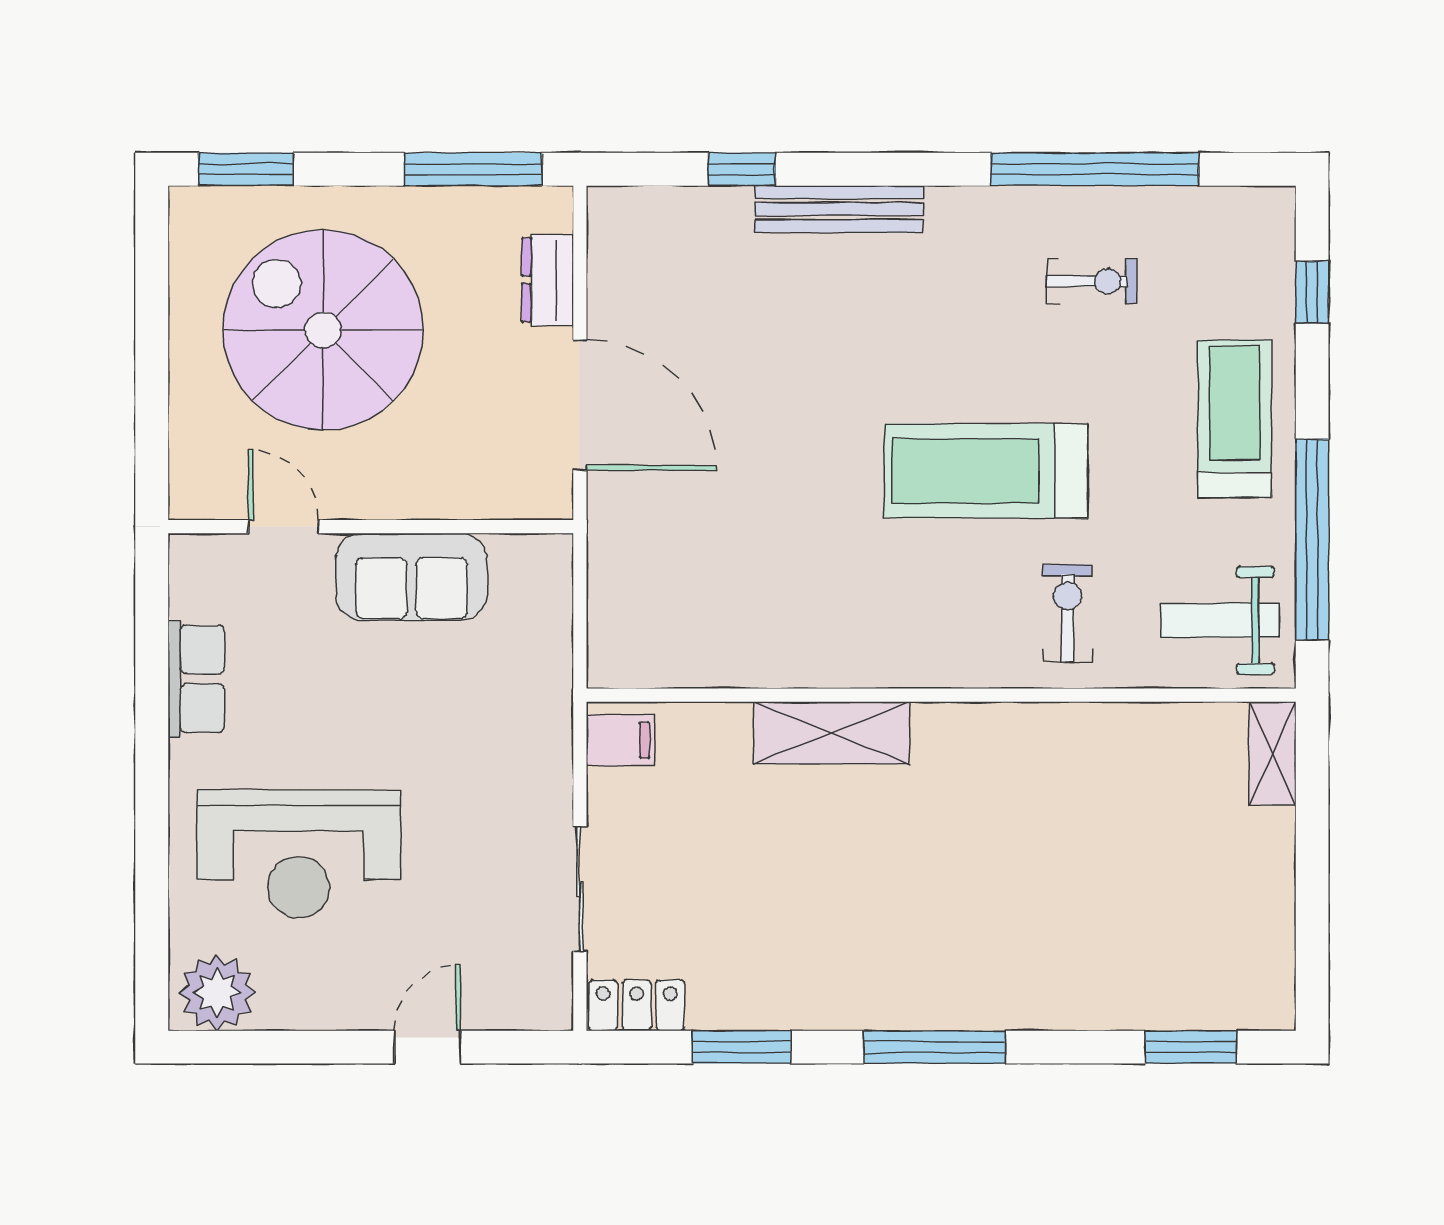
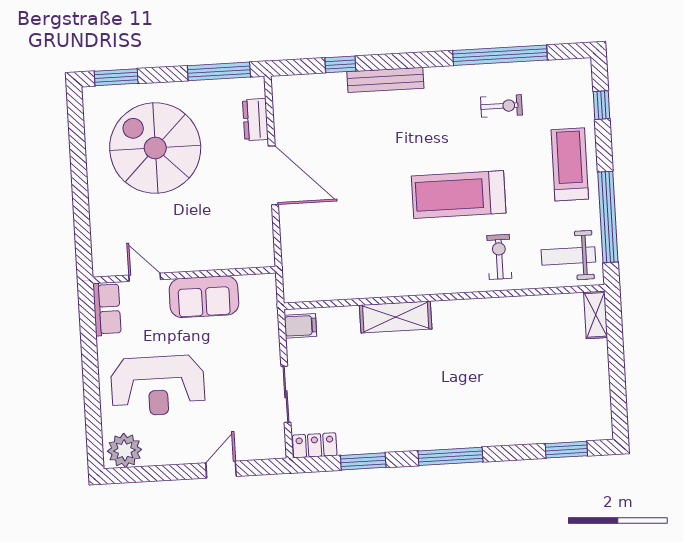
door: (283, 527) -> (145, 277), moved
wall: (371, 527) -> (184, 275), moved
sofa: (412, 577) -> (204, 297), moved

